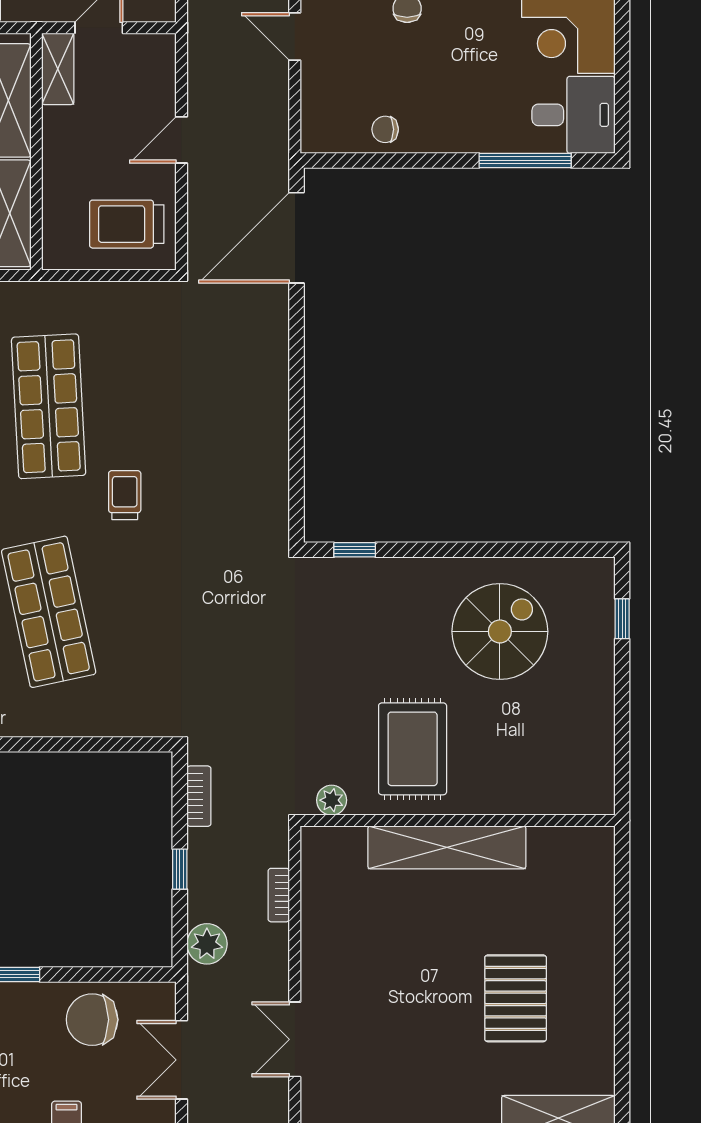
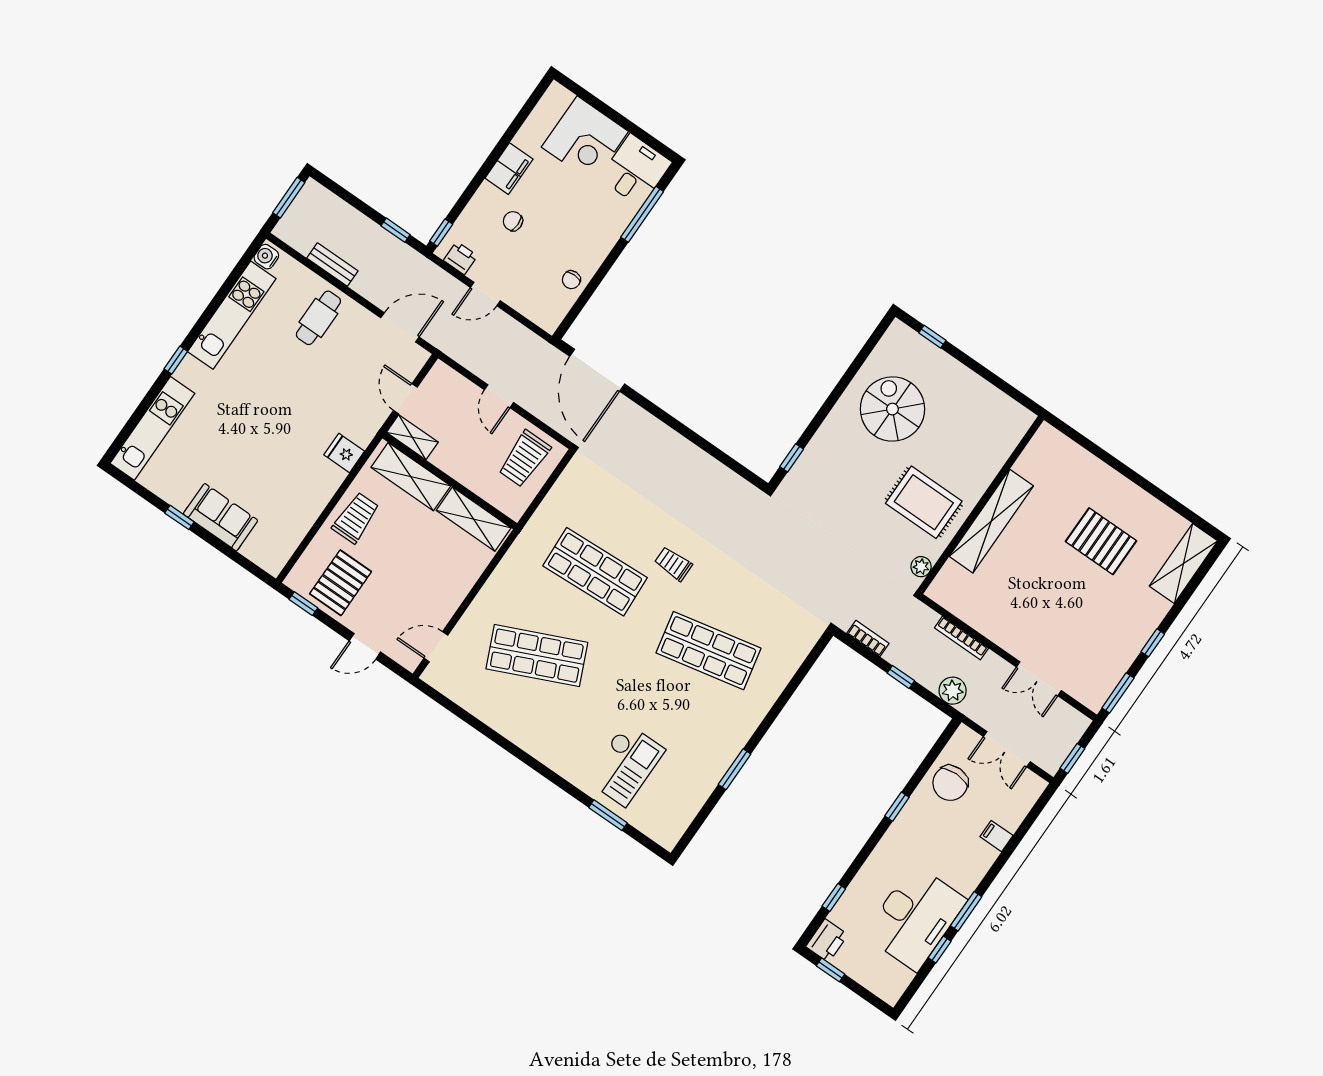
bookcase: (279, 895) -> (961, 638), width x1.56

